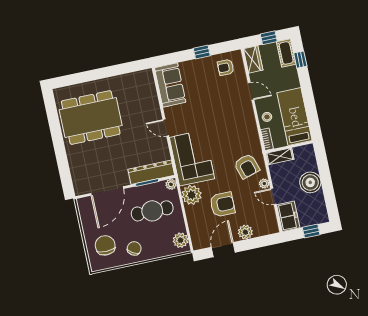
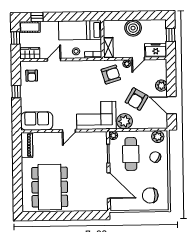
piano: (138, 78) -> (27, 145), added
dresser: (151, 172) -> (101, 149), removed
armchair: (222, 204) -> (137, 99), turned -149
chair: (134, 248) -> (155, 157), moved

